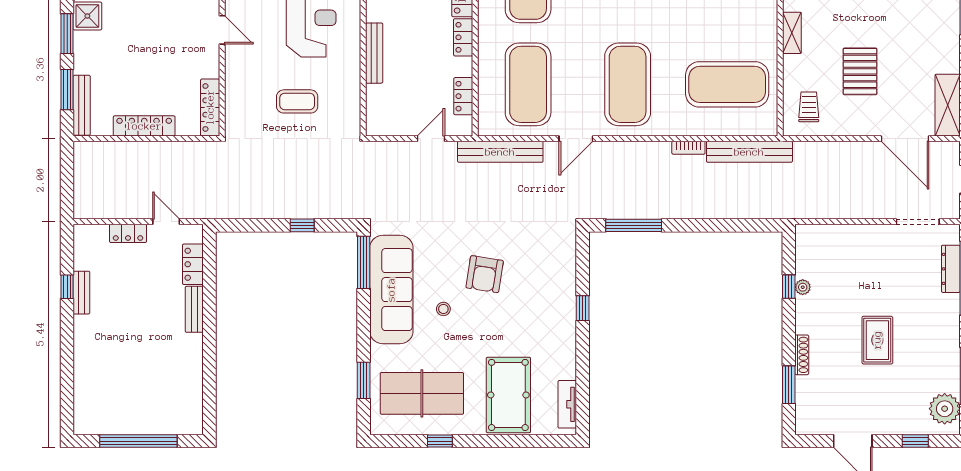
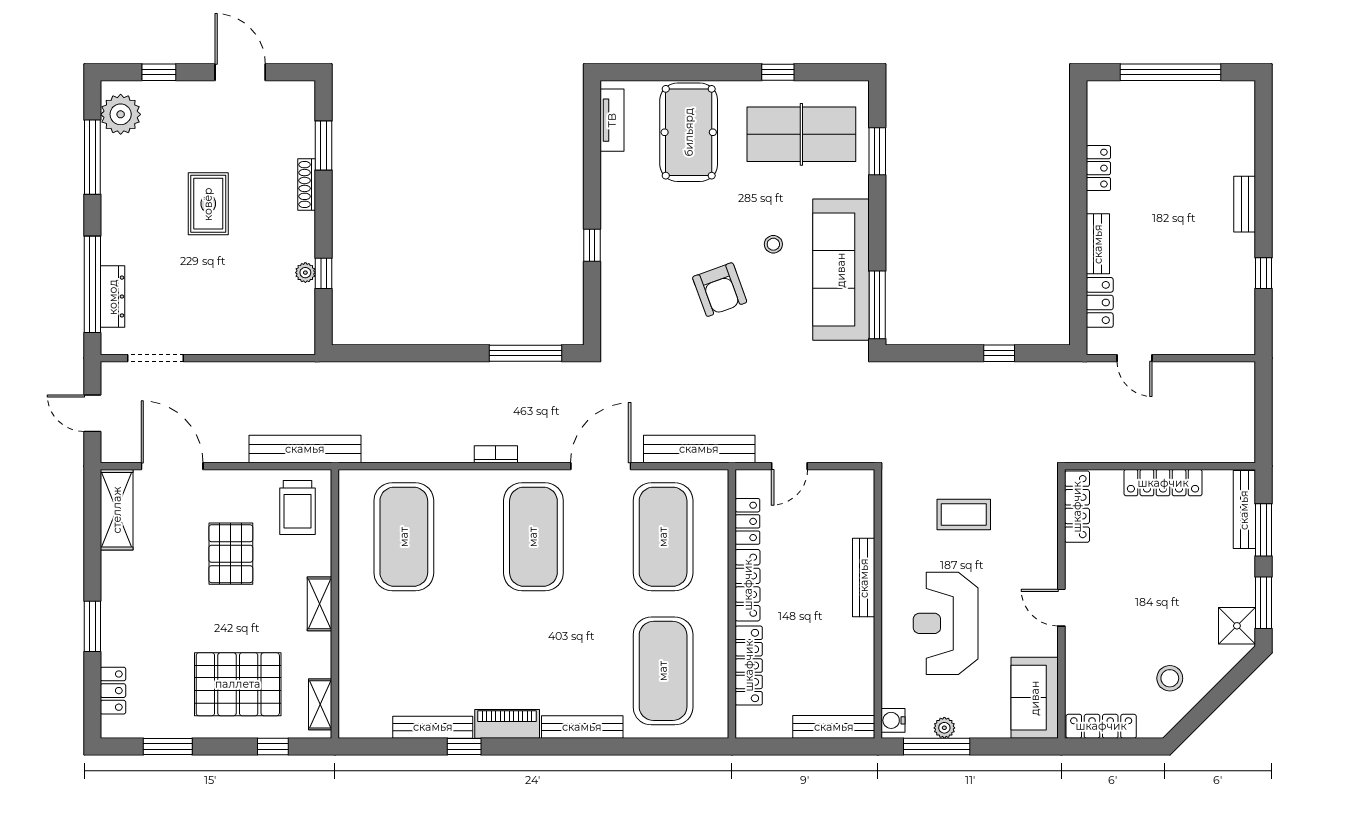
locker: (463, 37) -> (748, 585), width x1.53
exercise mat: (727, 84) -> (404, 537), turned 90
trolley: (809, 107) -> (298, 508), width x1.36, depth x1.39
door: (576, 139) -> (601, 466), width x1.36
bookcase: (688, 148) -> (496, 454), moved
bench: (749, 152) -> (305, 449), moved
window: (302, 225) -> (999, 353), moved
locker: (128, 233) -> (1098, 168), moved, turned 90
armchair: (485, 274) -> (720, 290), turned 151
bench: (81, 293) -> (1245, 204), moved

